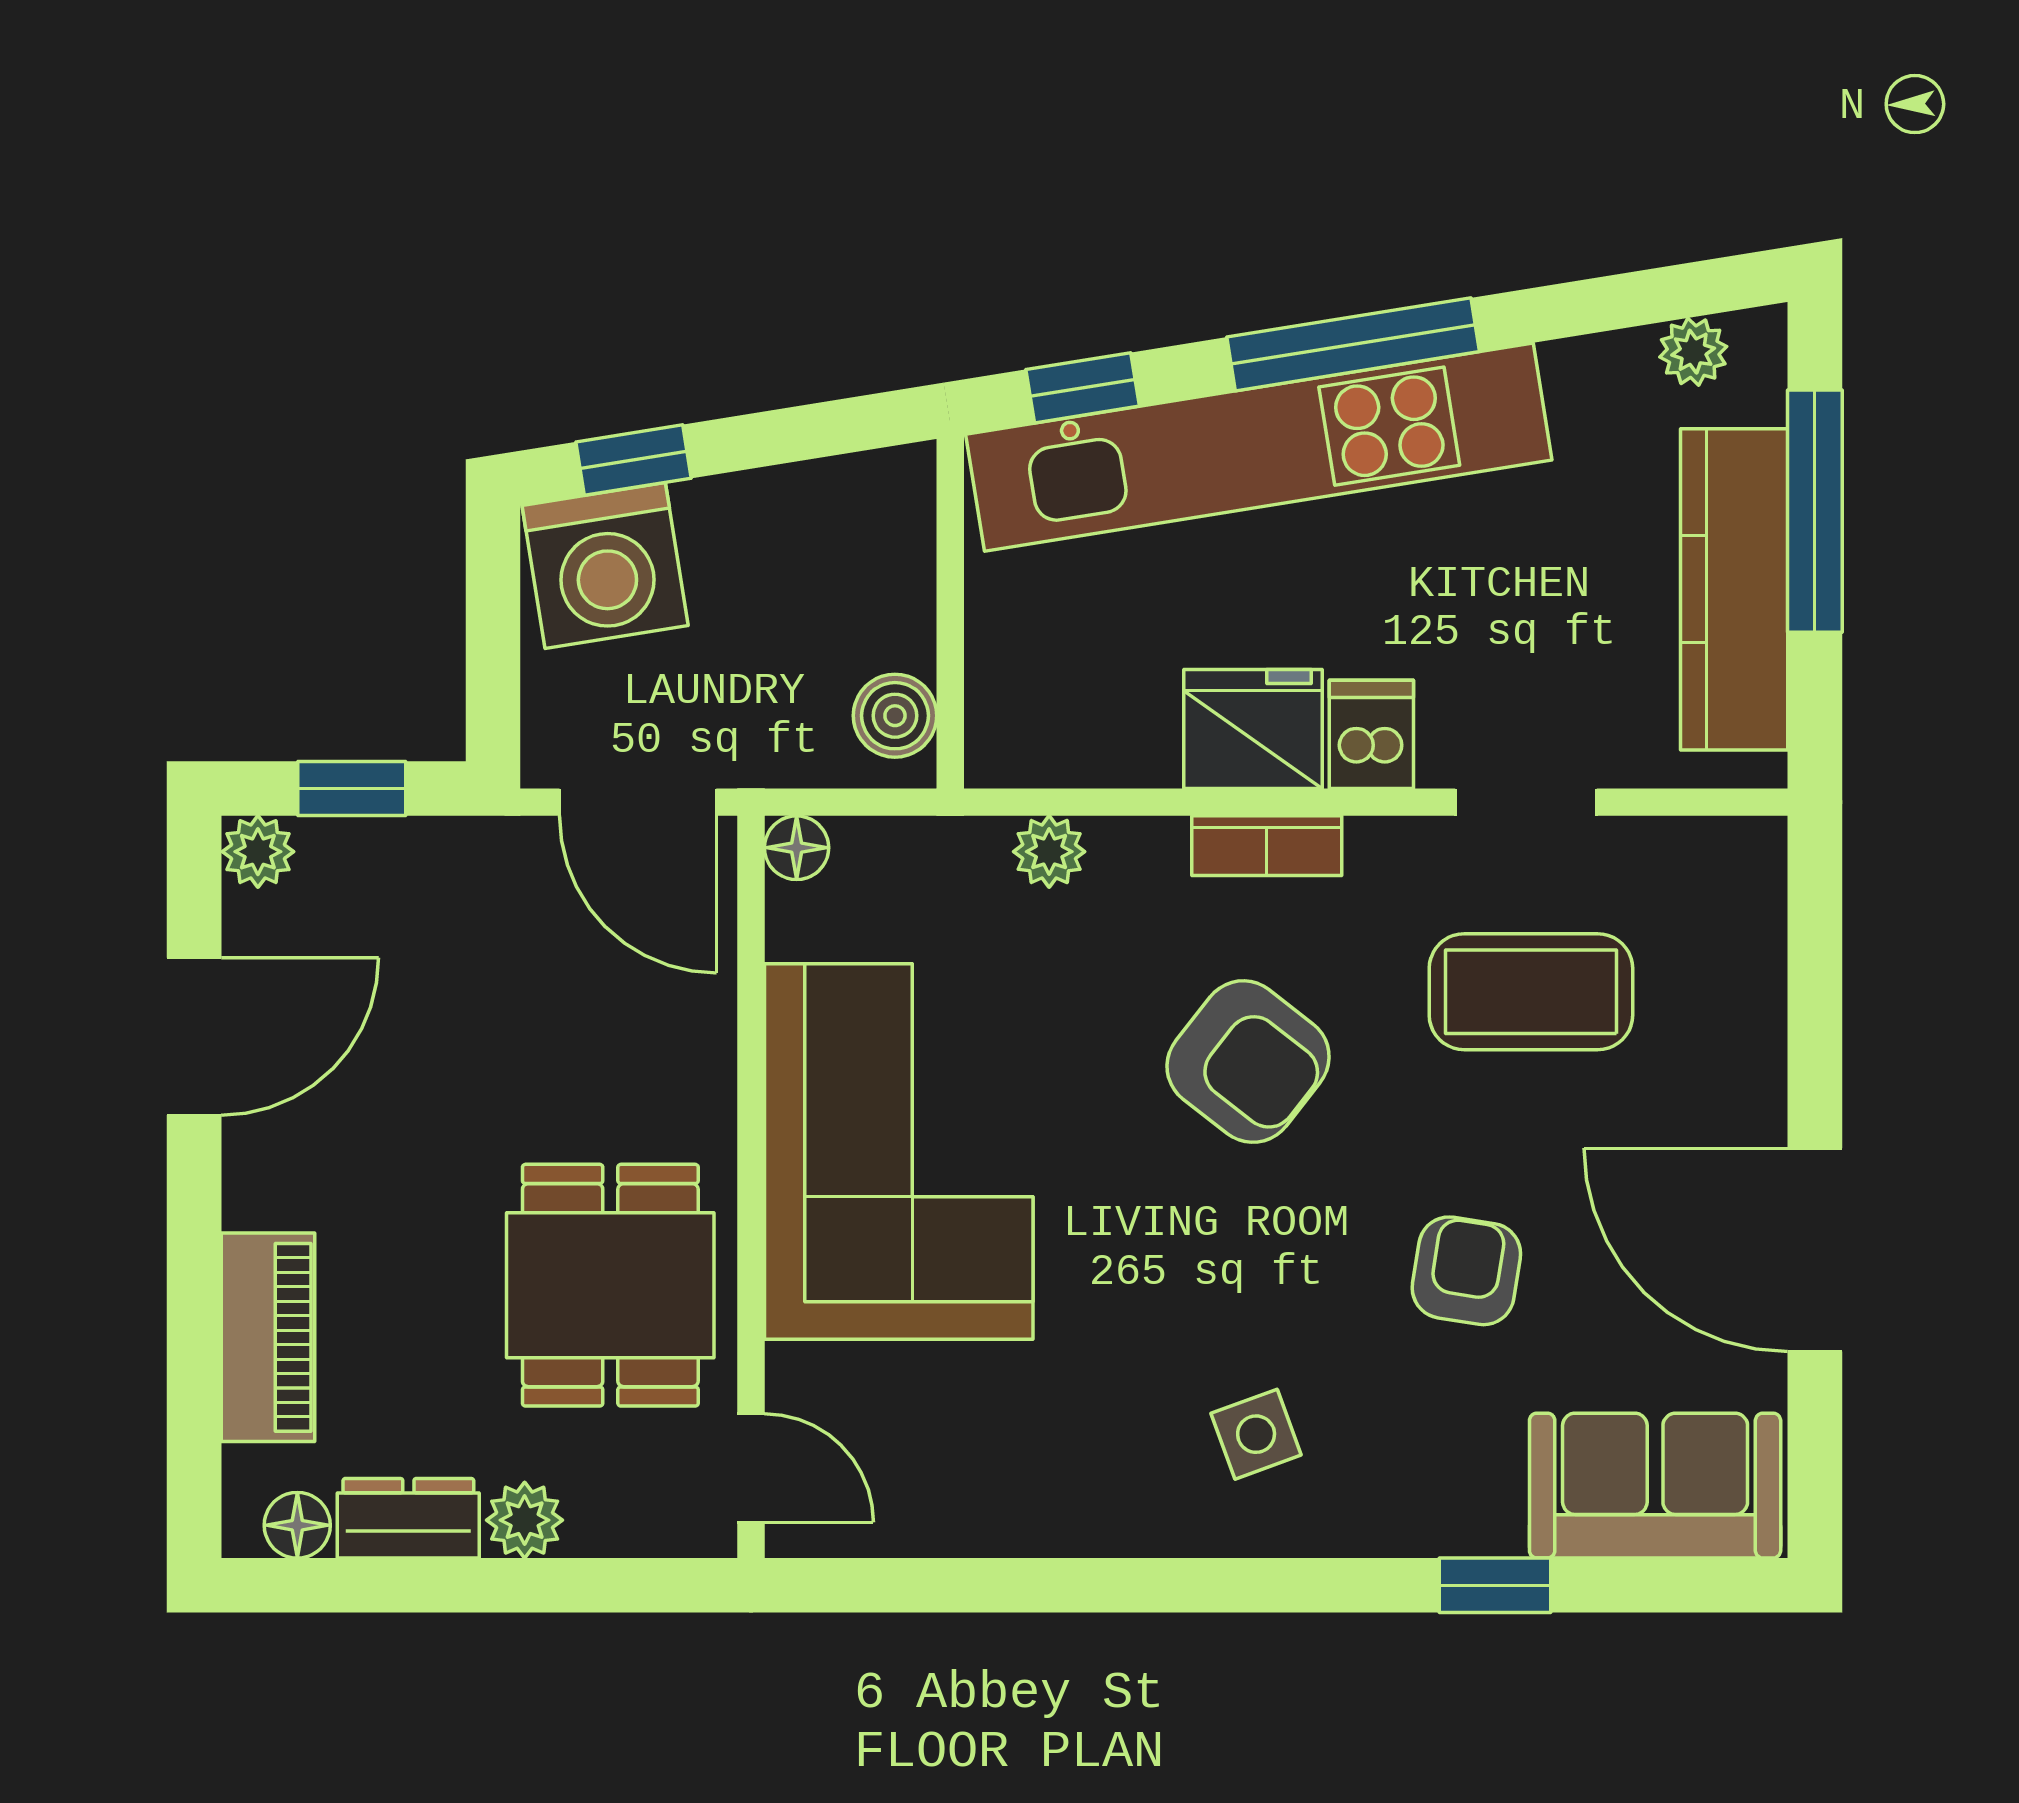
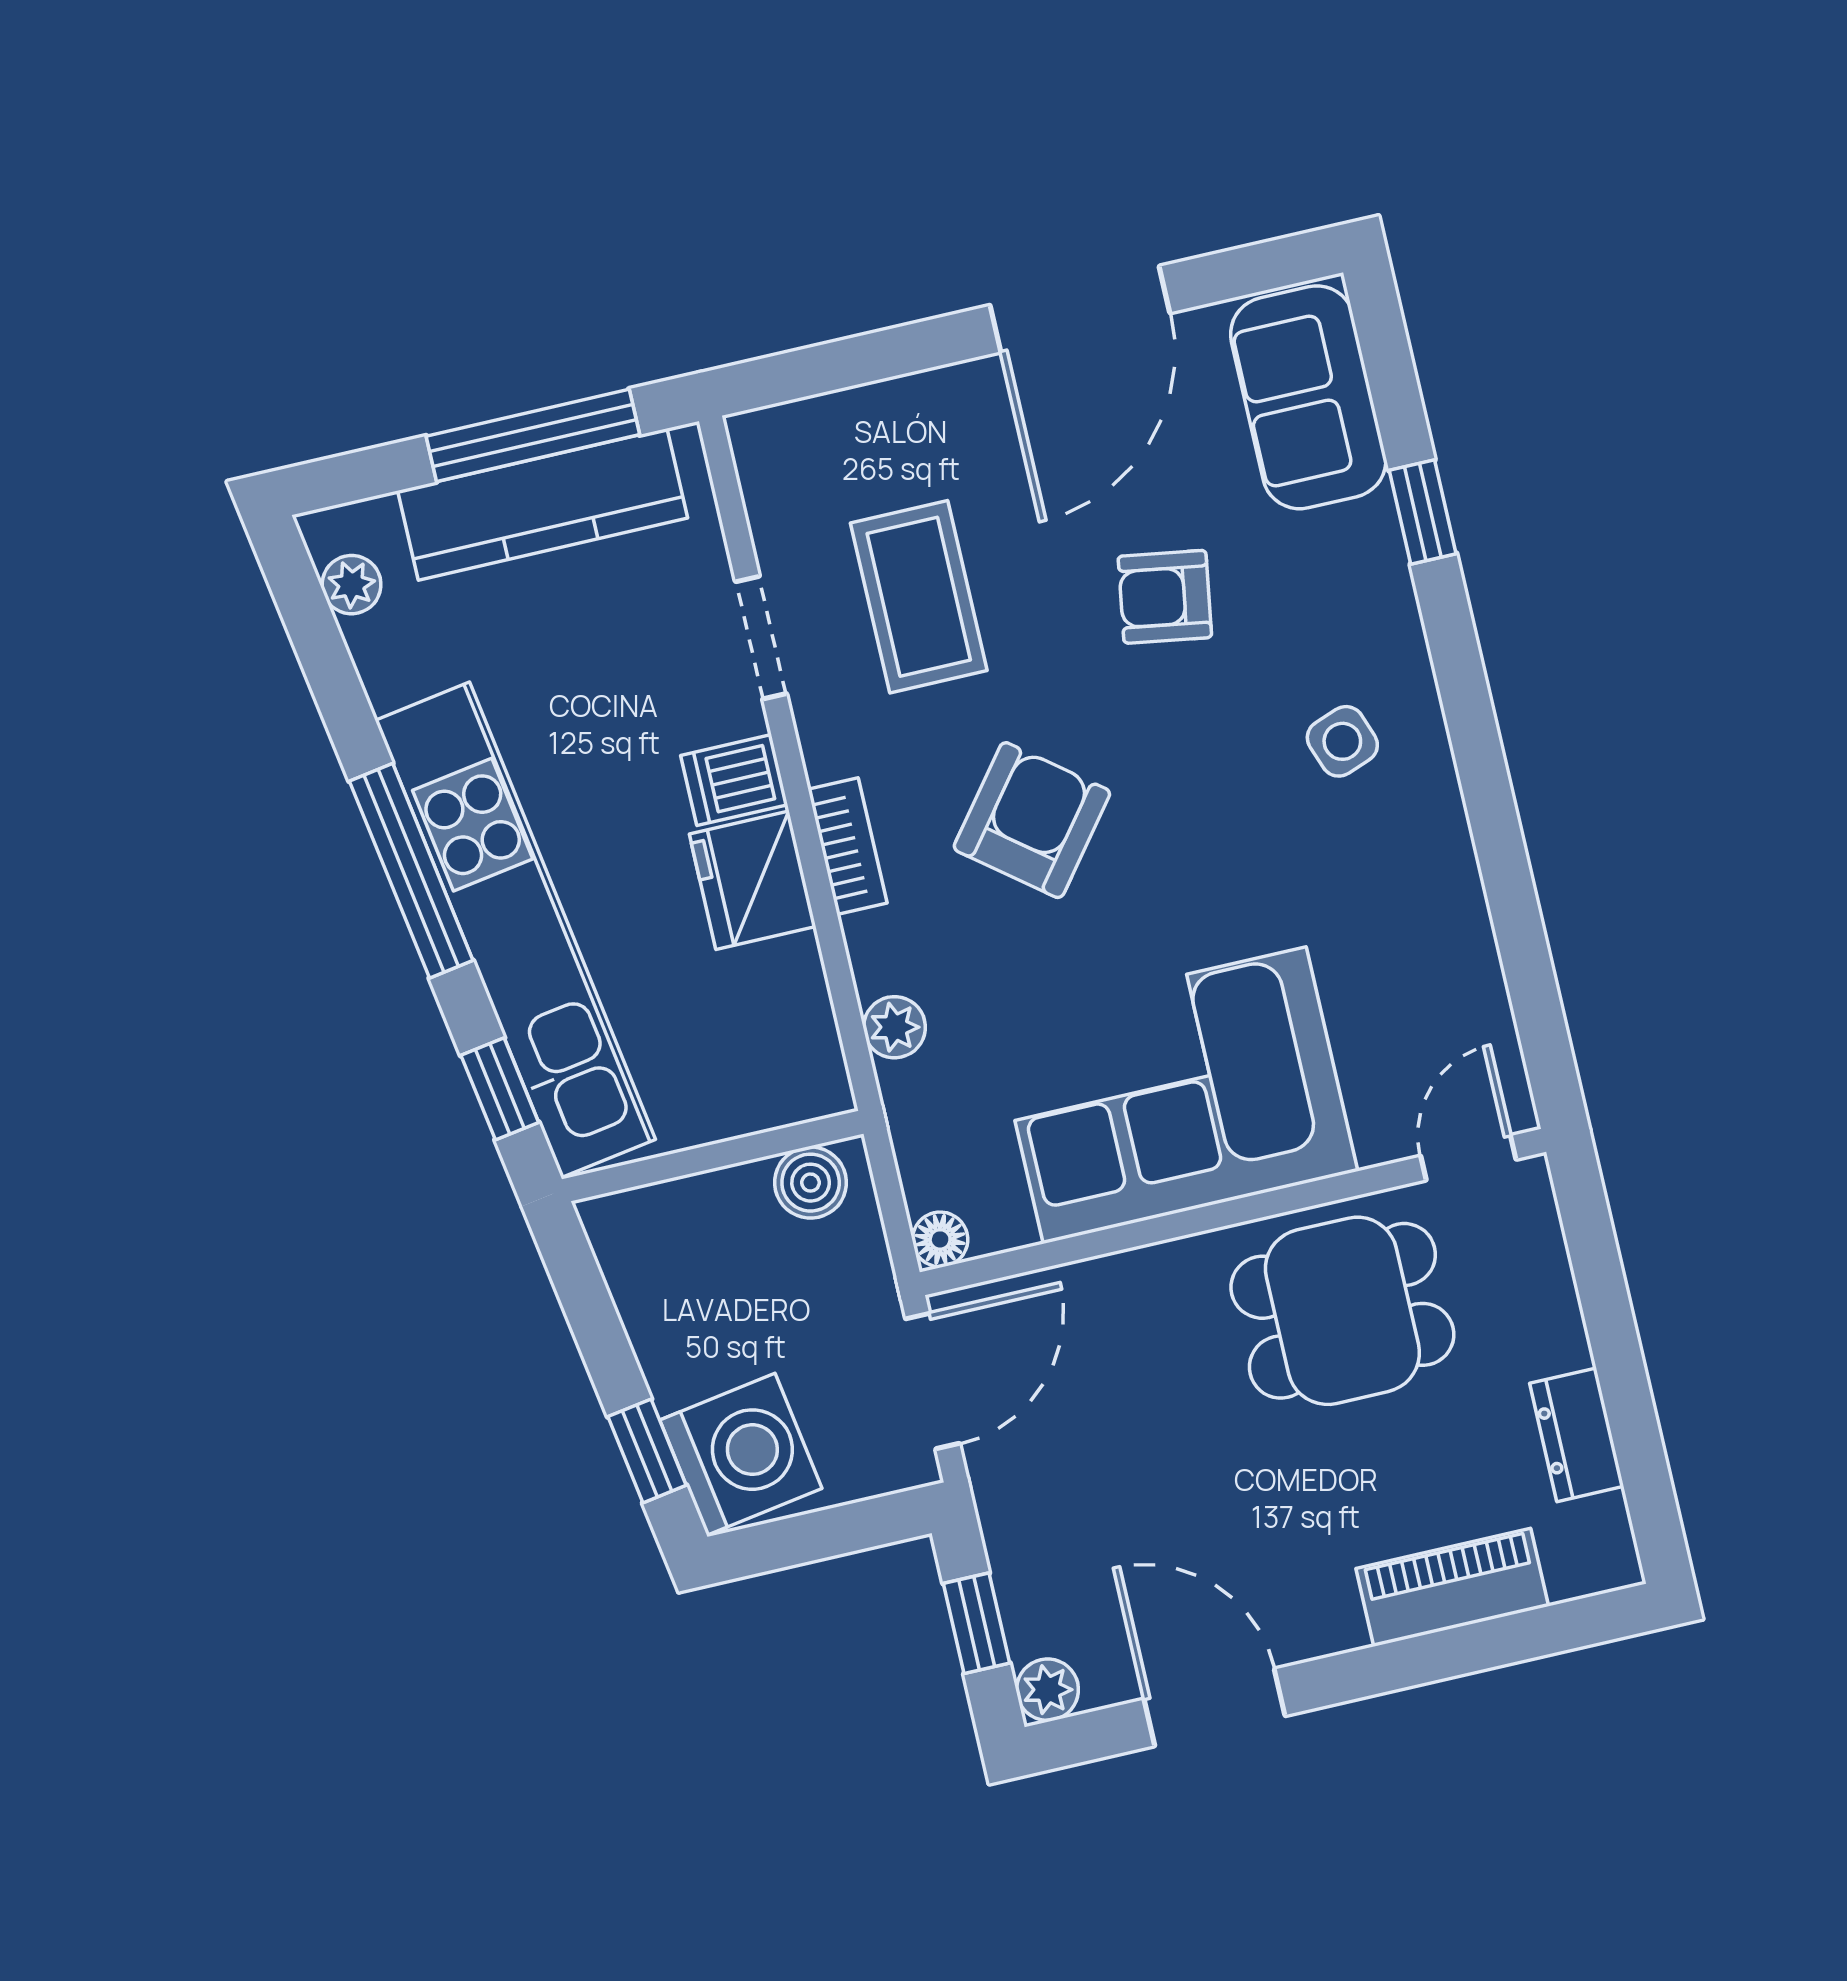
window: (1815, 511) -> (533, 435), moved
plant: (525, 1520) -> (1556, 1337), removed
floor lamp: (297, 1525) -> (1604, 1527), removed

